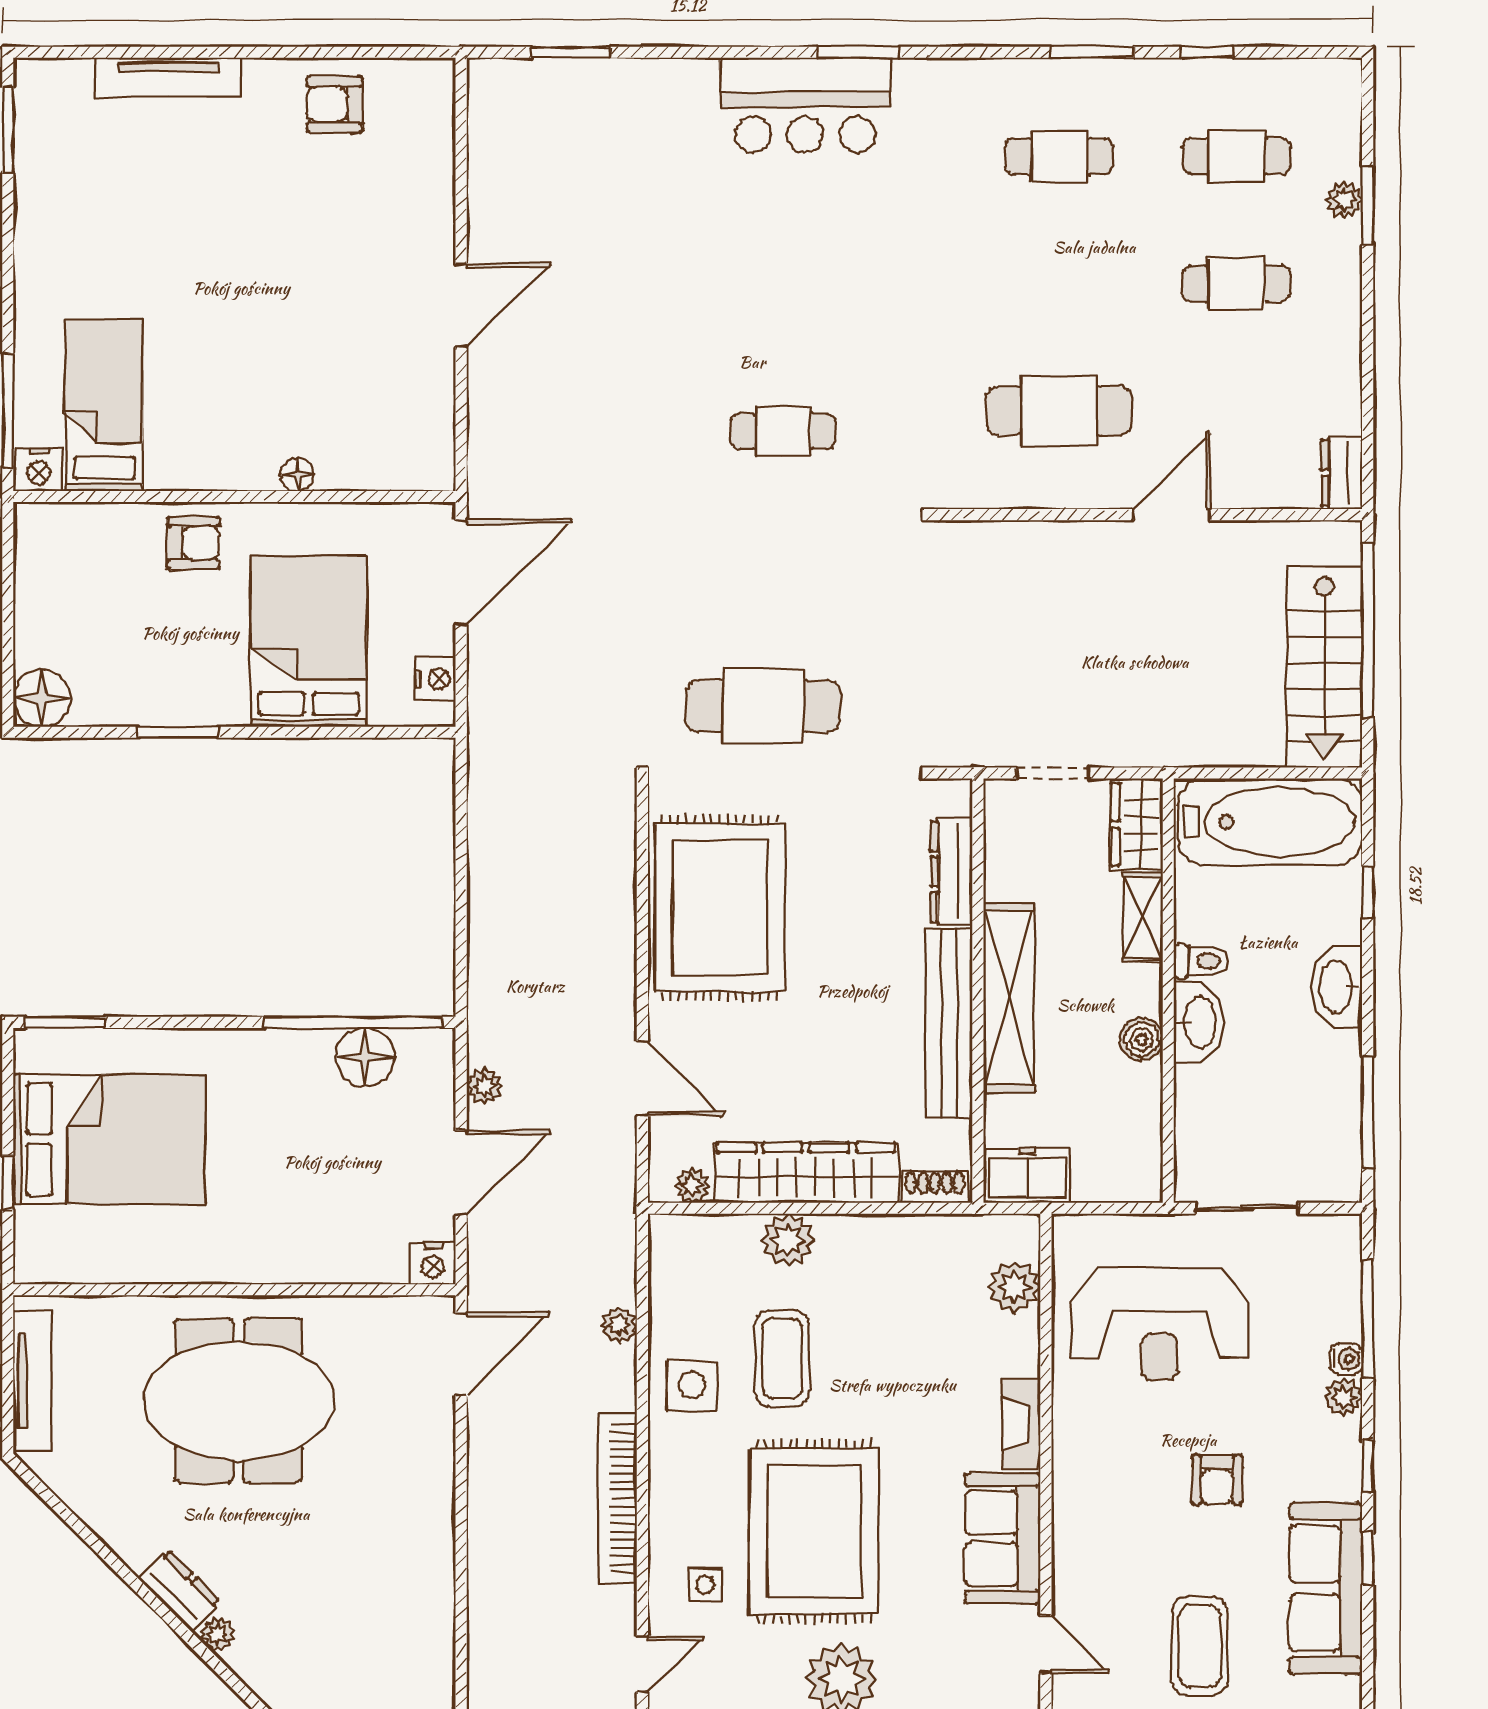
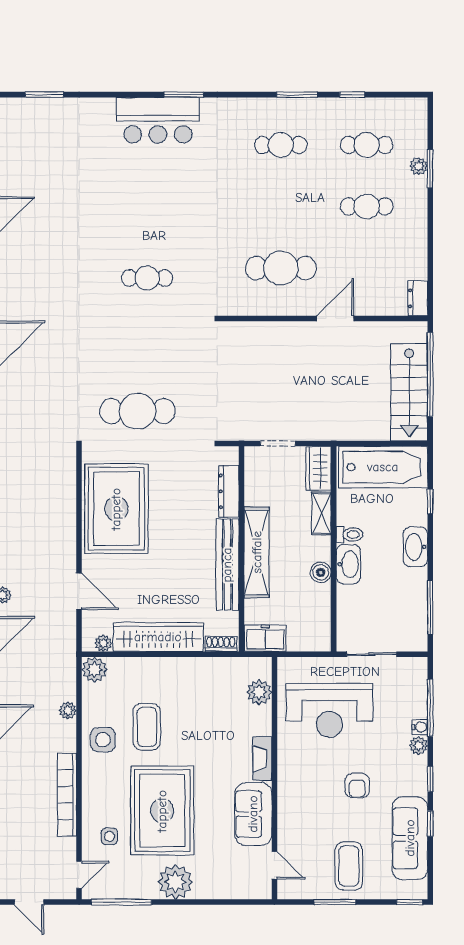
plant: (788, 1240) -> (94, 670), moved

